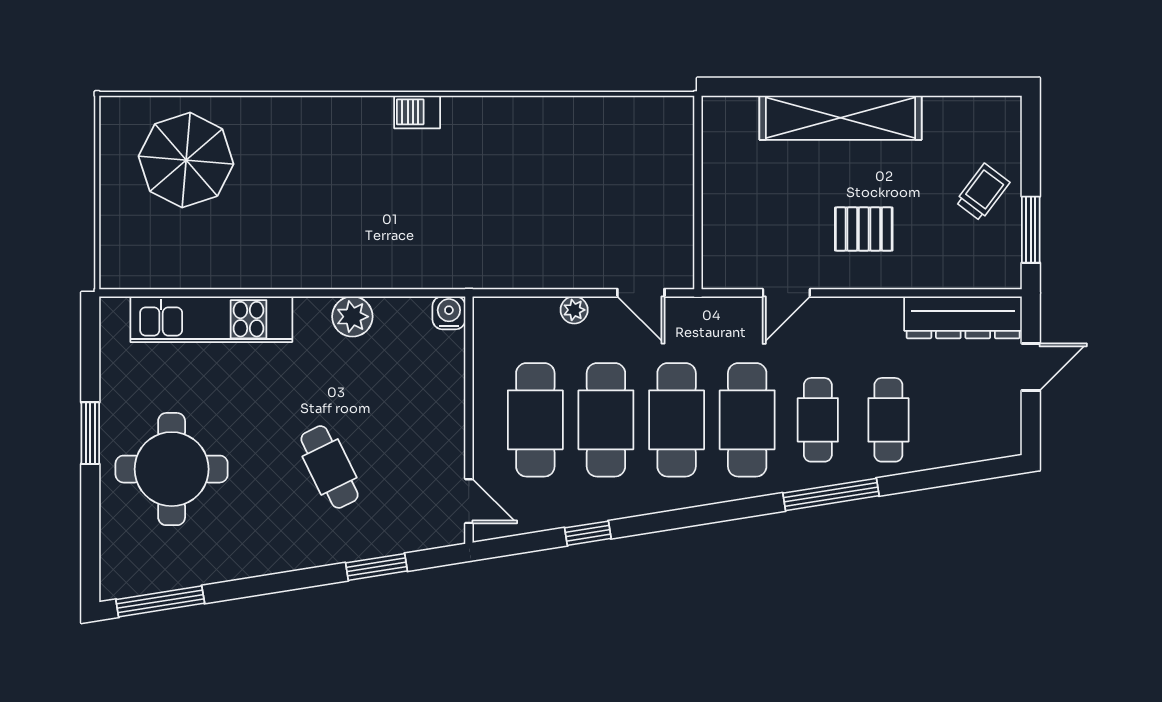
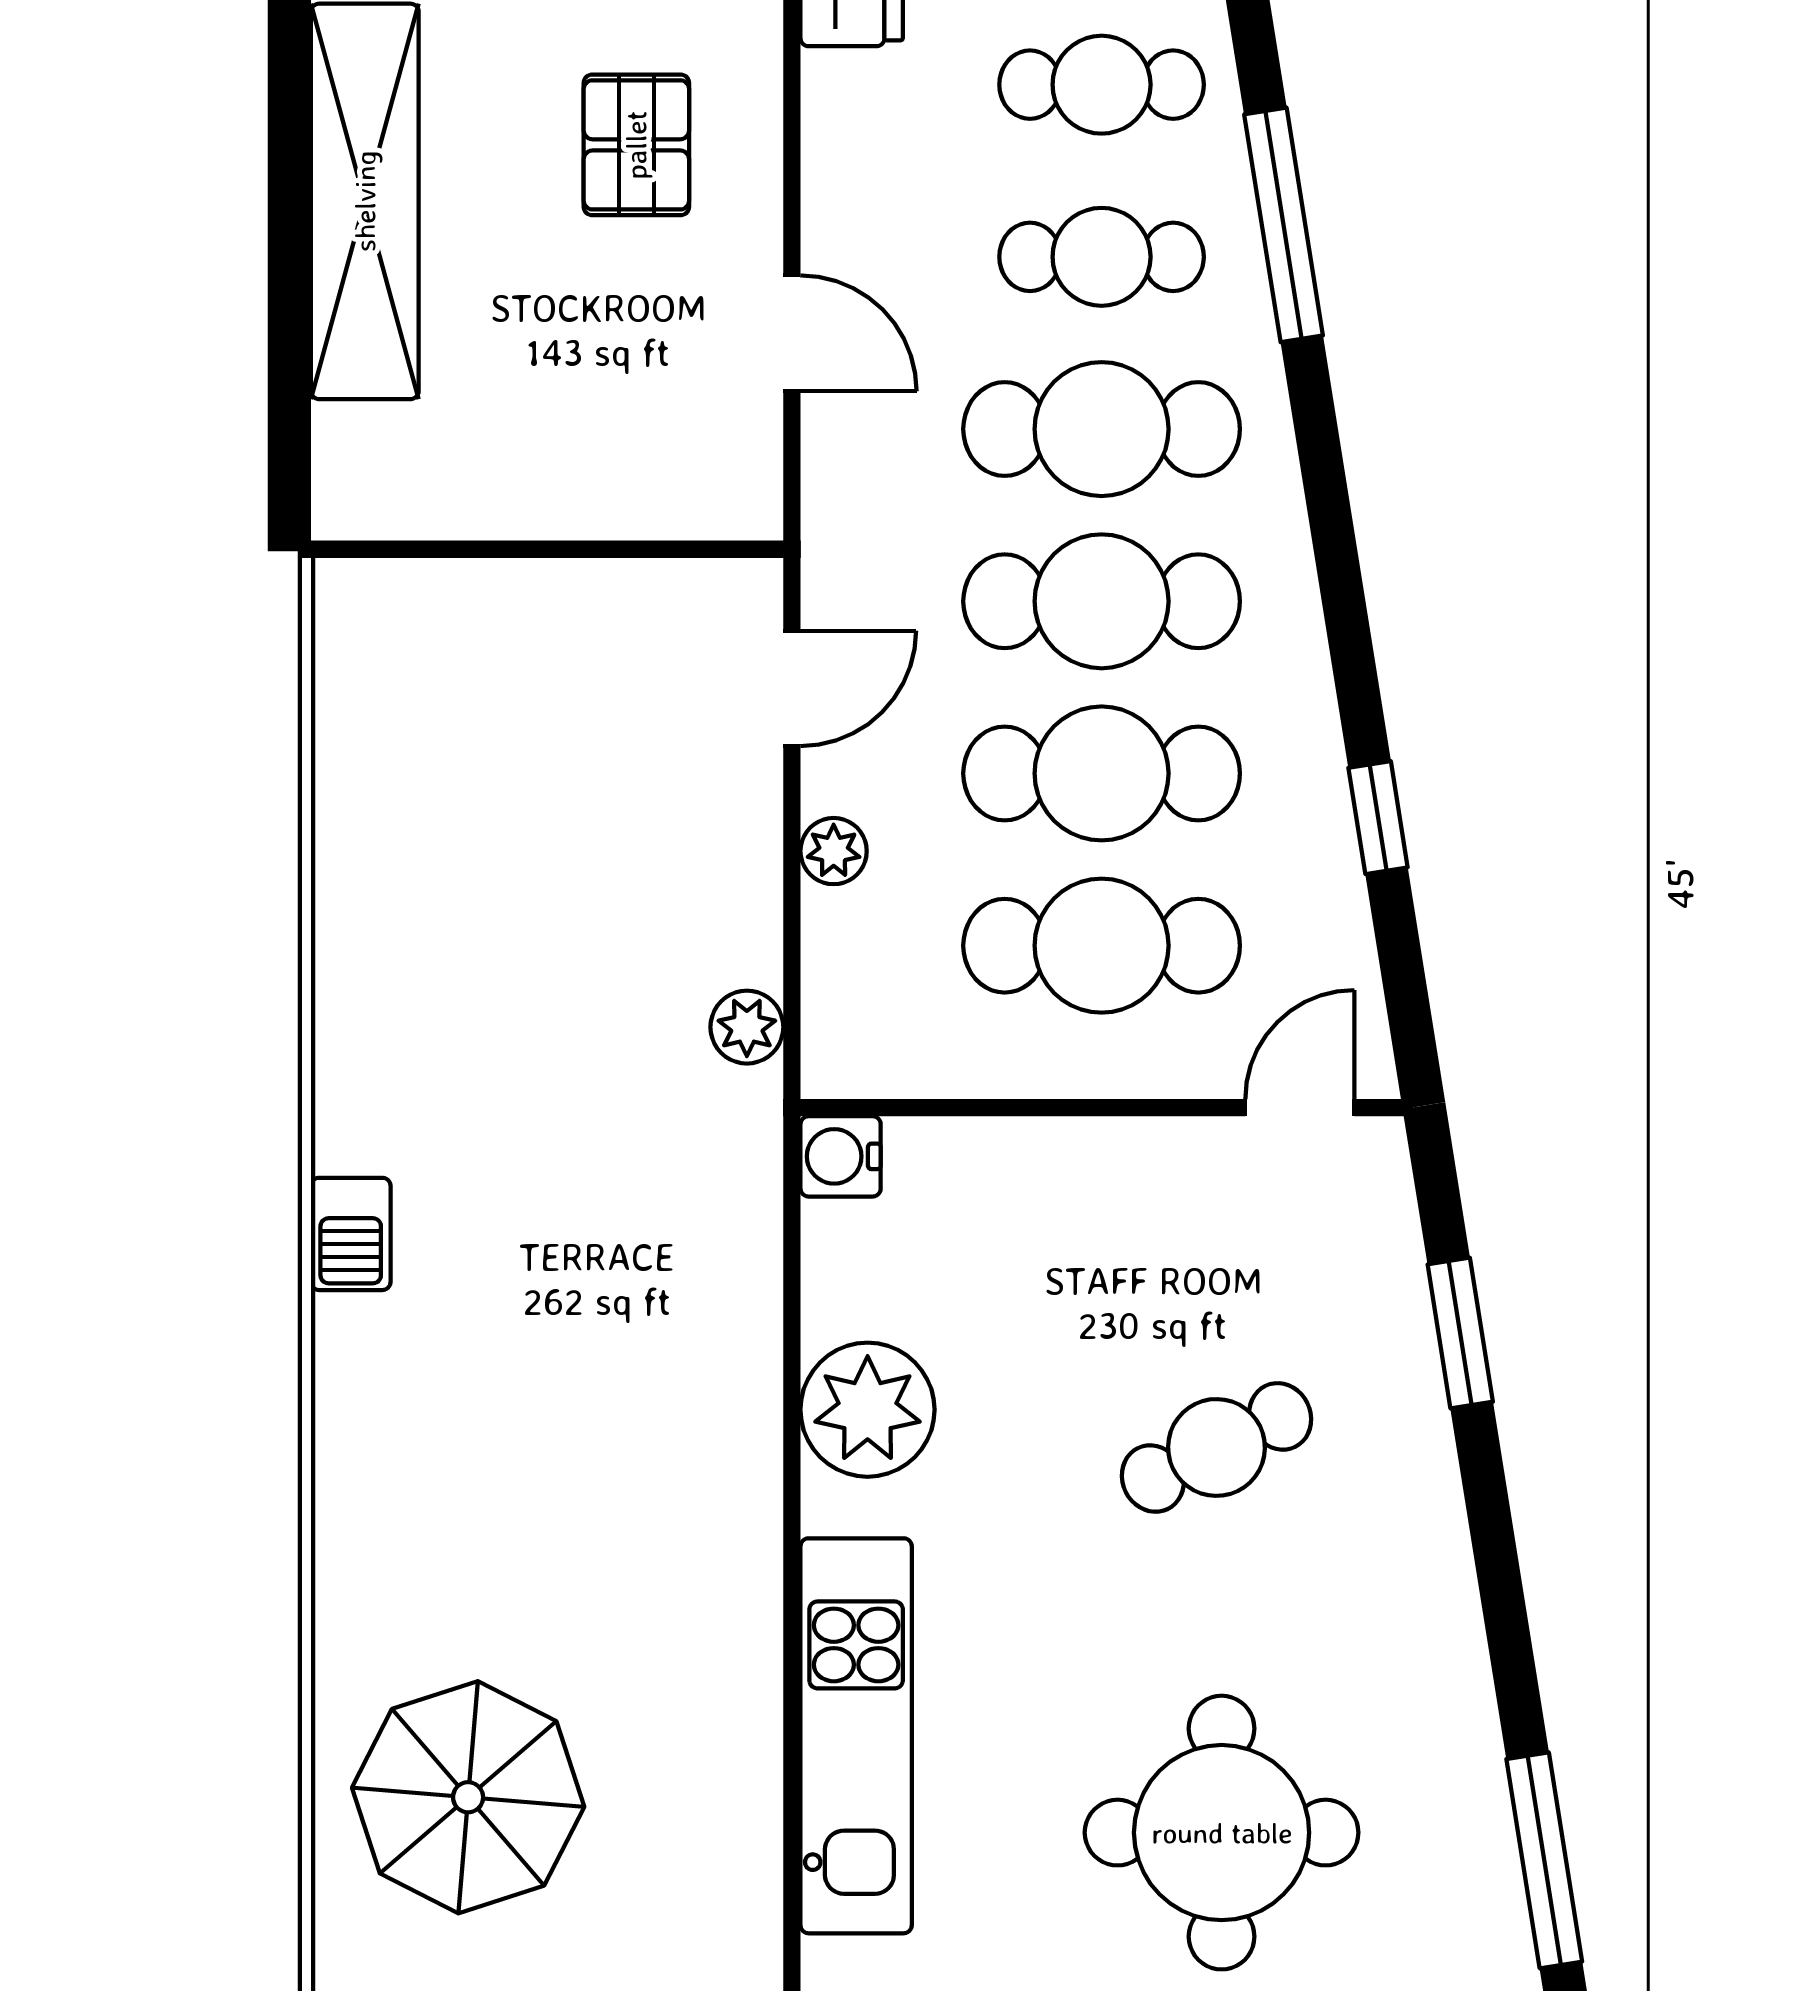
plant: (502, 274) -> (747, 1027), added
plant: (352, 317) -> (868, 1410), width x1.36, depth x1.36

